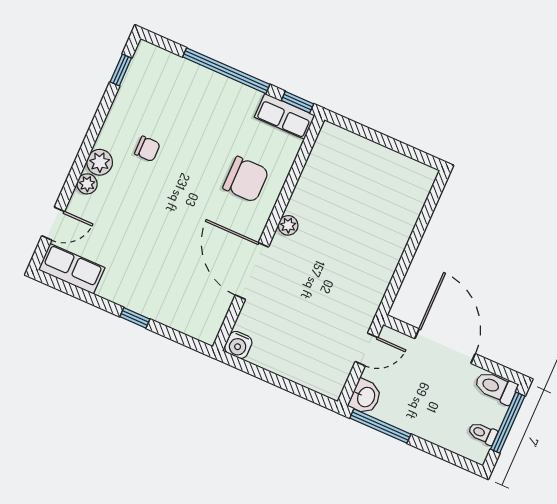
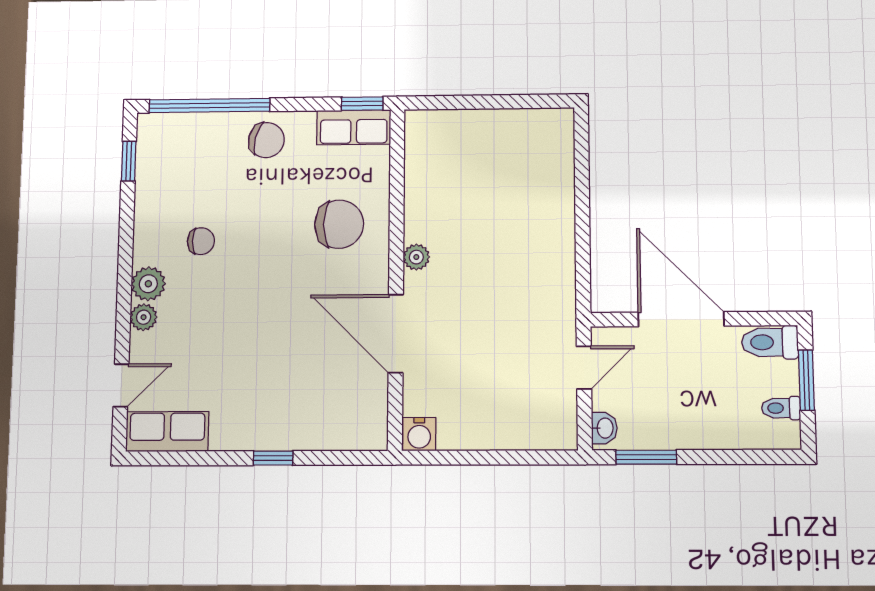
window: (226, 71) -> (209, 105), moved
chair: (221, 98) -> (266, 140), added
washbasin: (365, 397) -> (604, 428), width x0.72, depth x0.69
window: (508, 423) -> (806, 380), width x0.69
window: (380, 426) -> (646, 457), width x0.69

